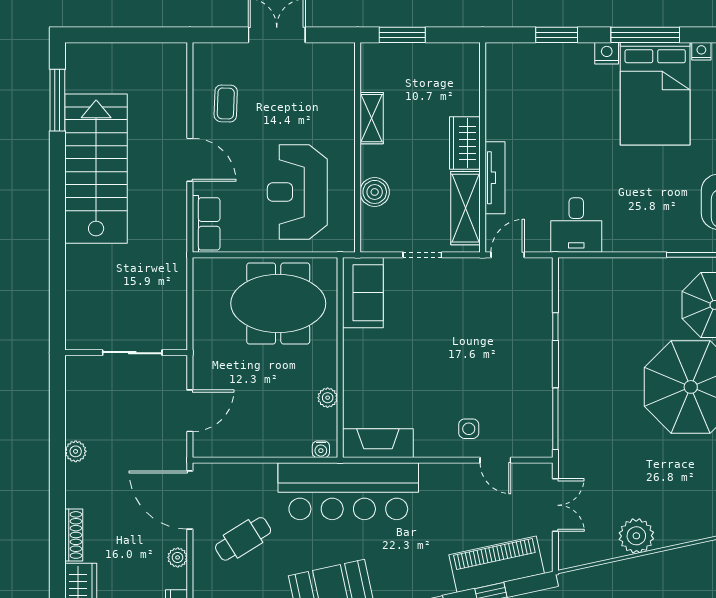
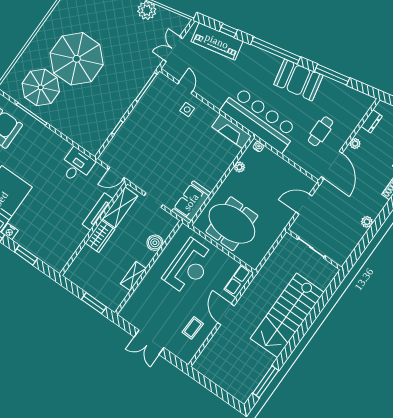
stairs: (96, 169) -> (287, 315), moved
cafe table: (243, 539) -> (321, 131), turned -58

